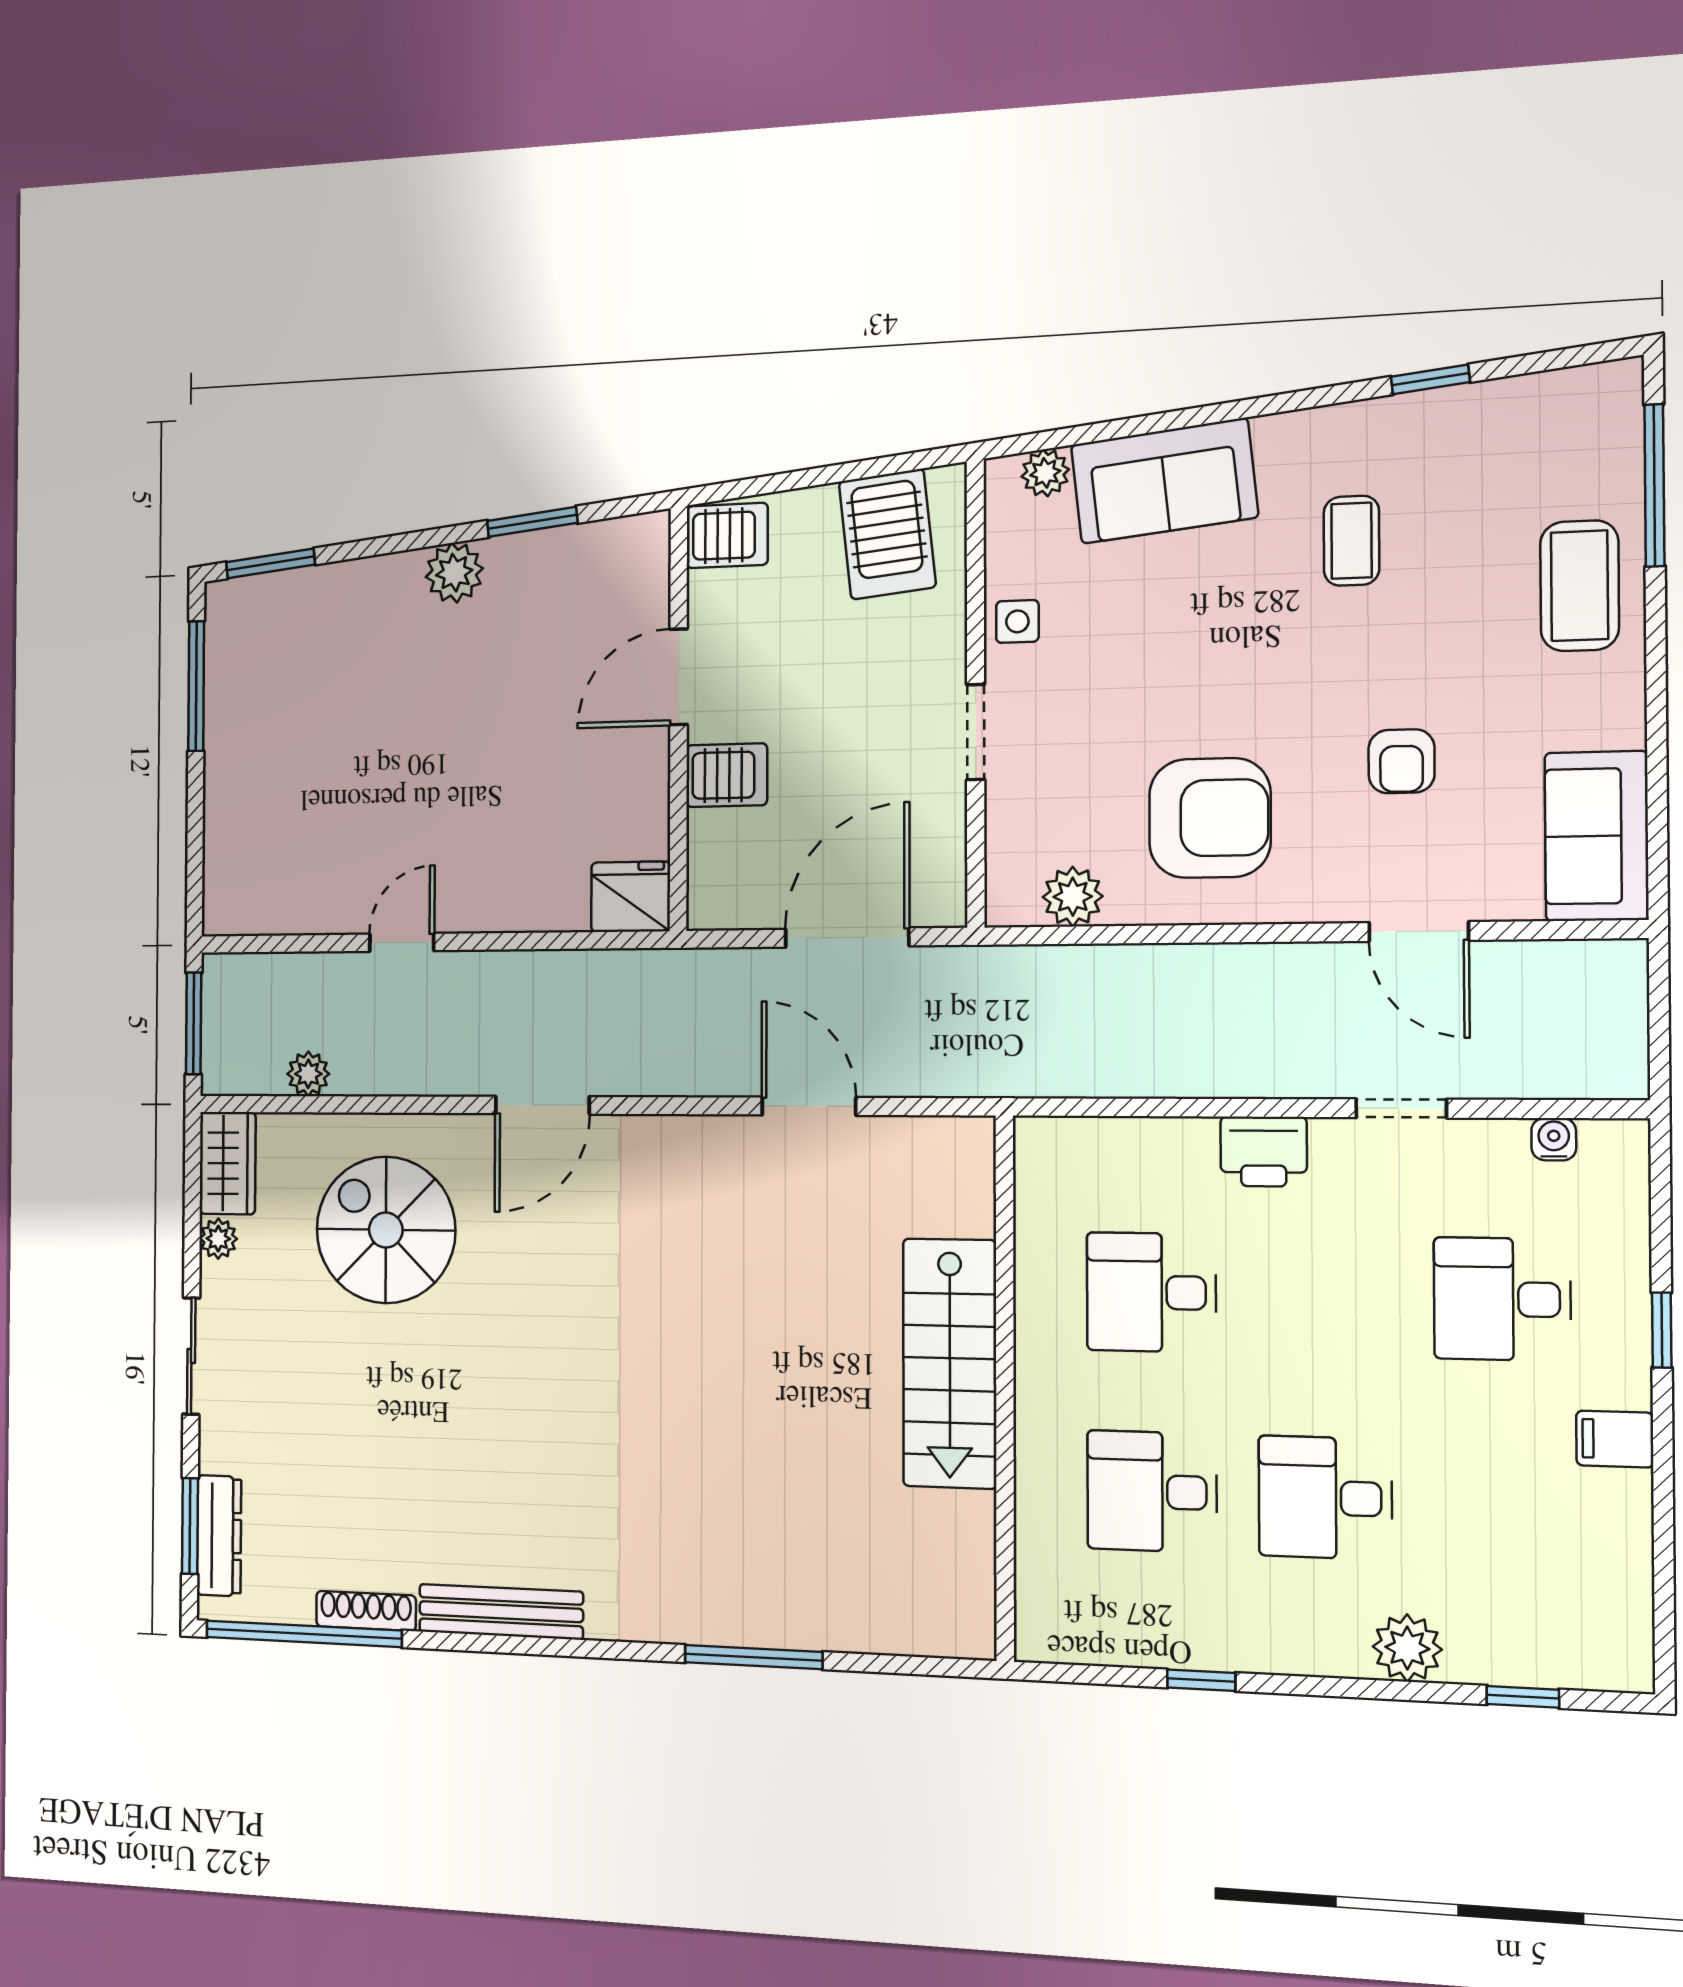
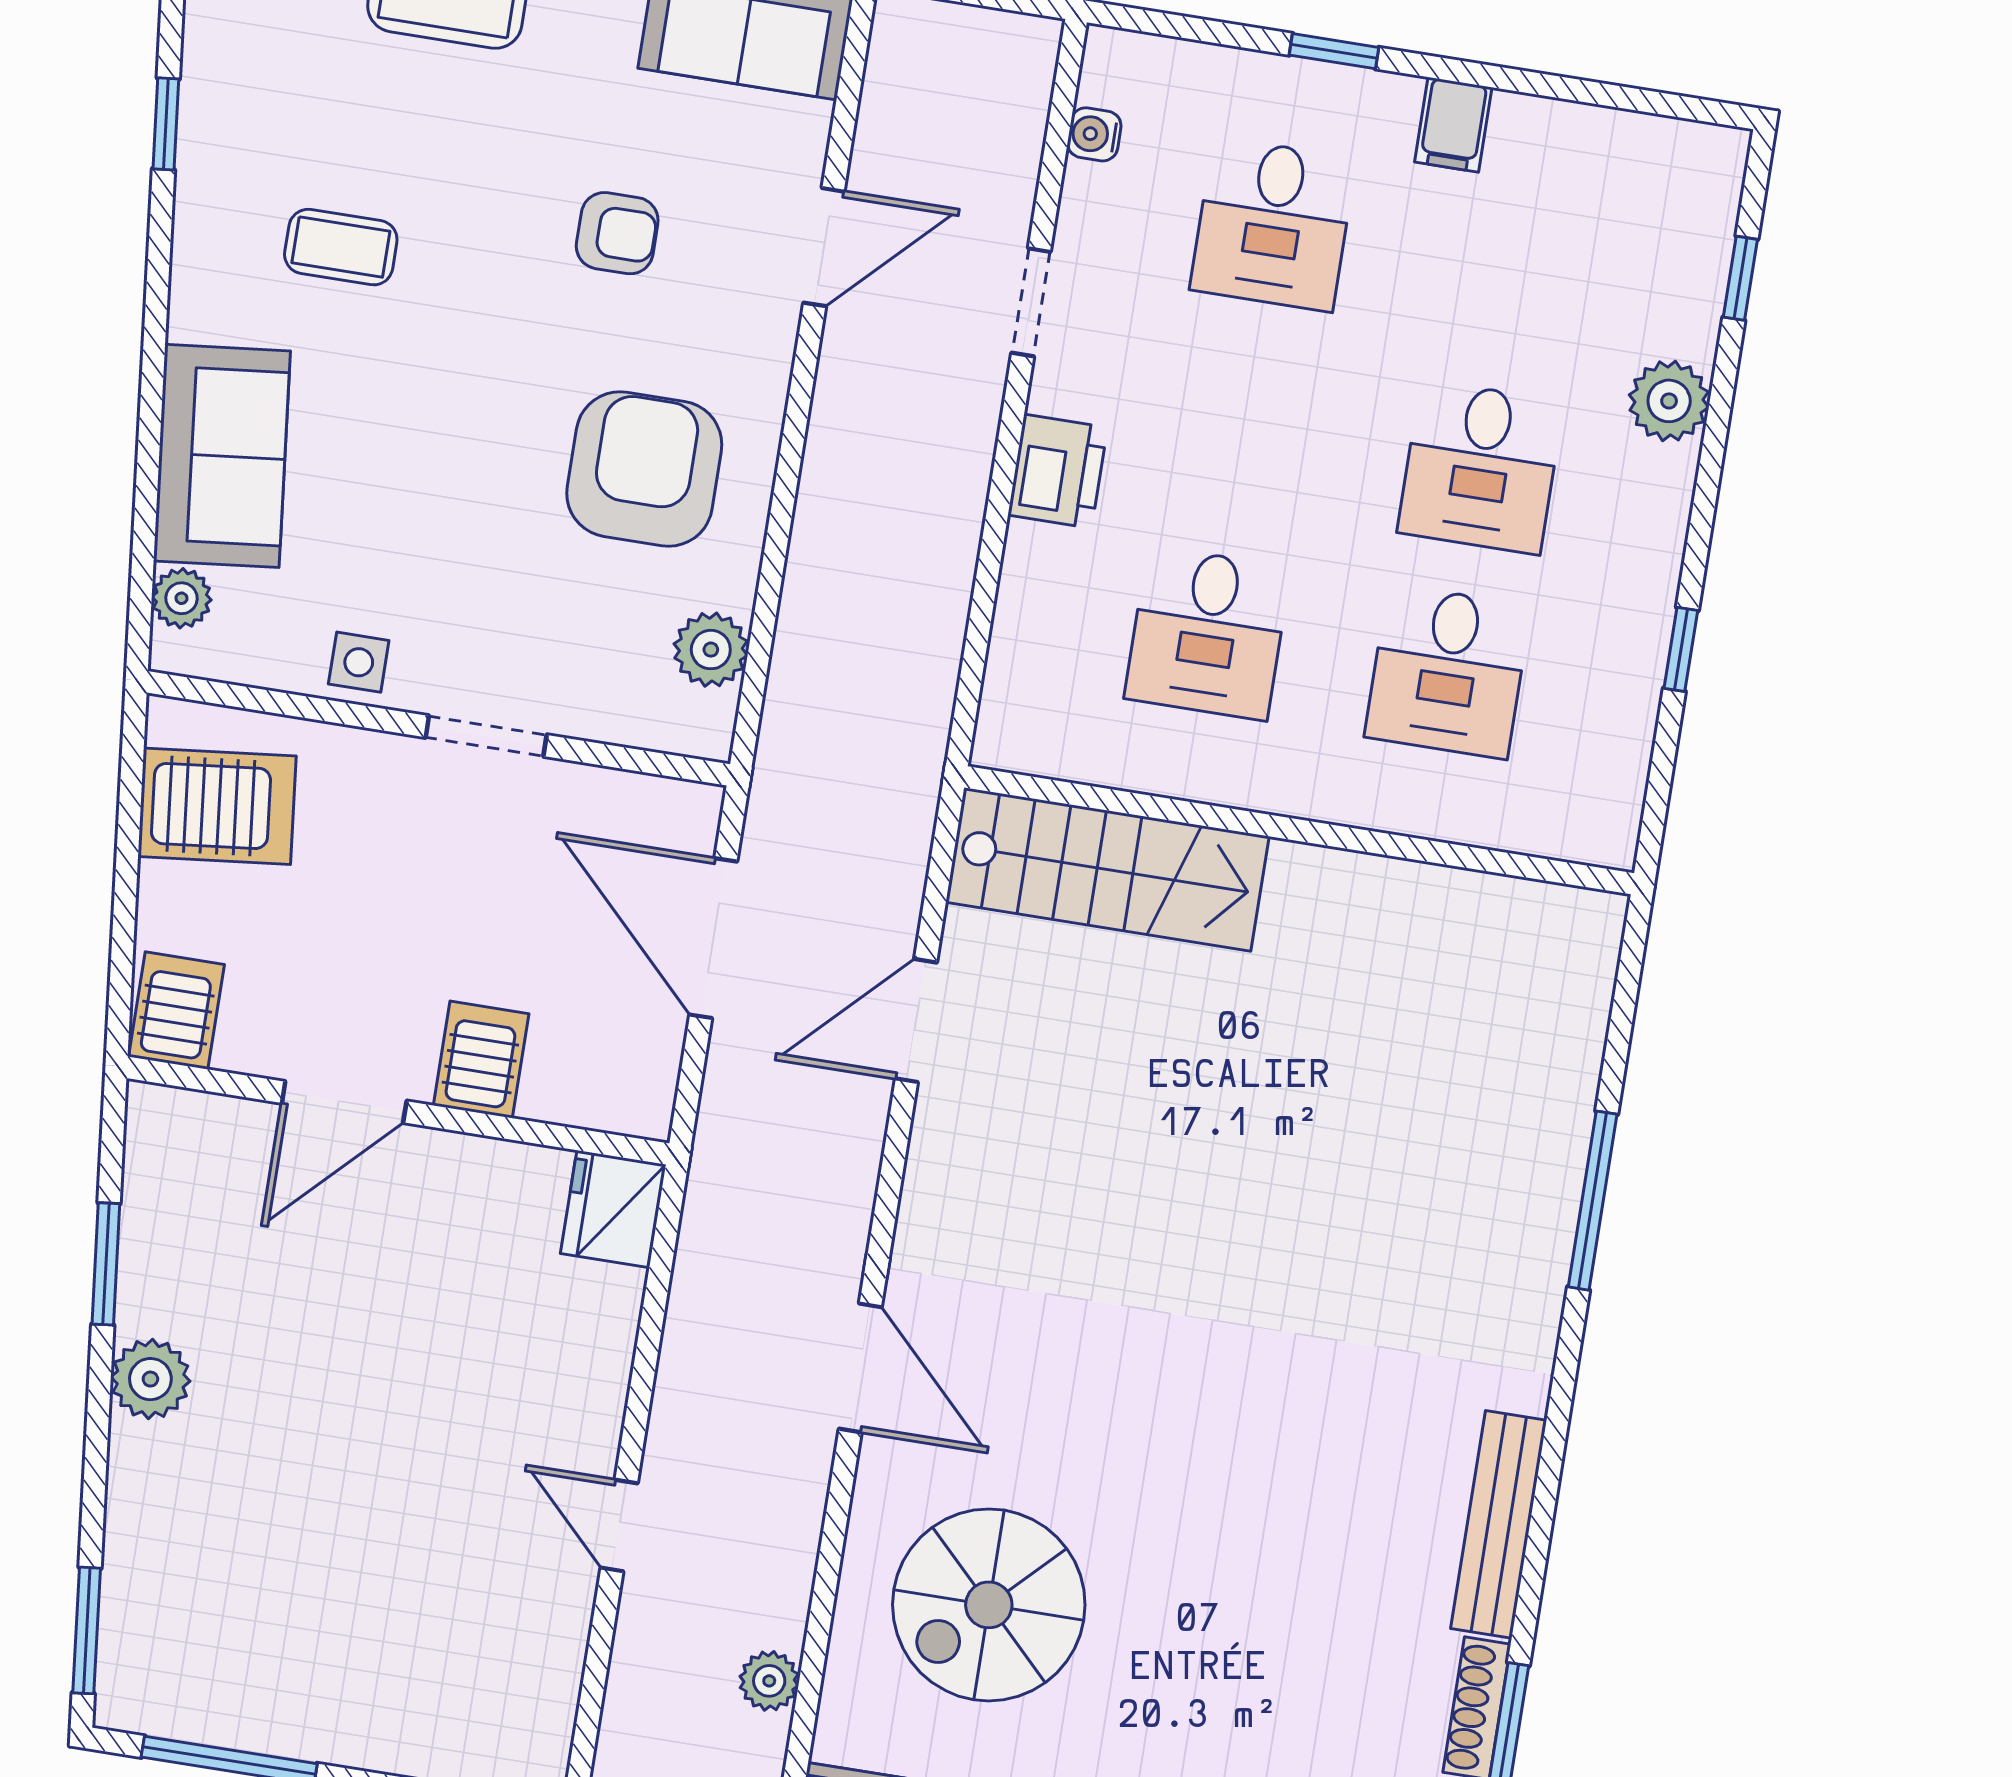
door: (679, 677) -> (344, 1102), hinge flipped
stairs: (950, 1363) -> (1107, 869), moved

